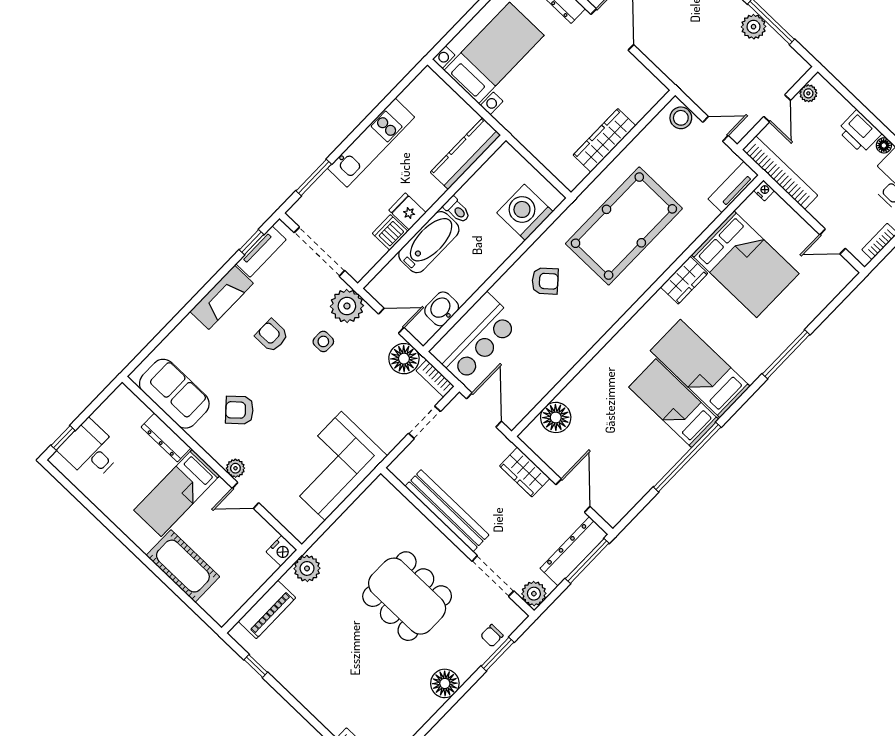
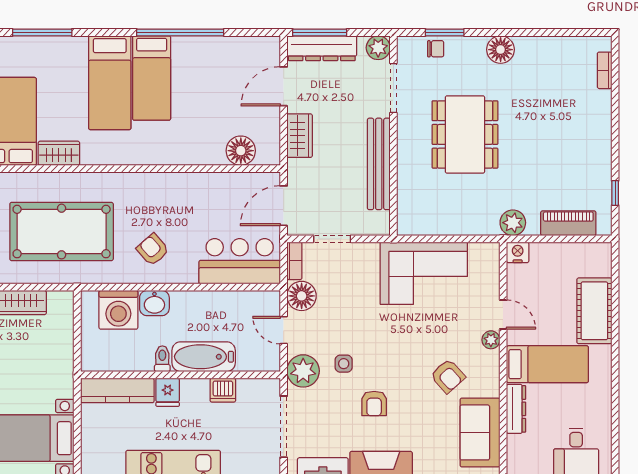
fridge: (407, 211) -> (168, 392), moved
washbasin: (442, 309) -> (154, 303), moved

